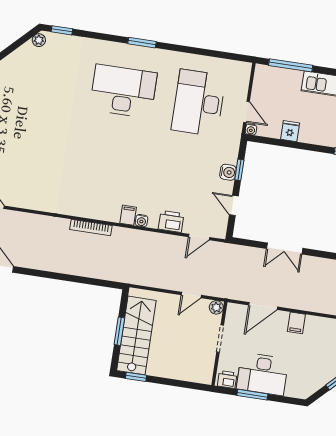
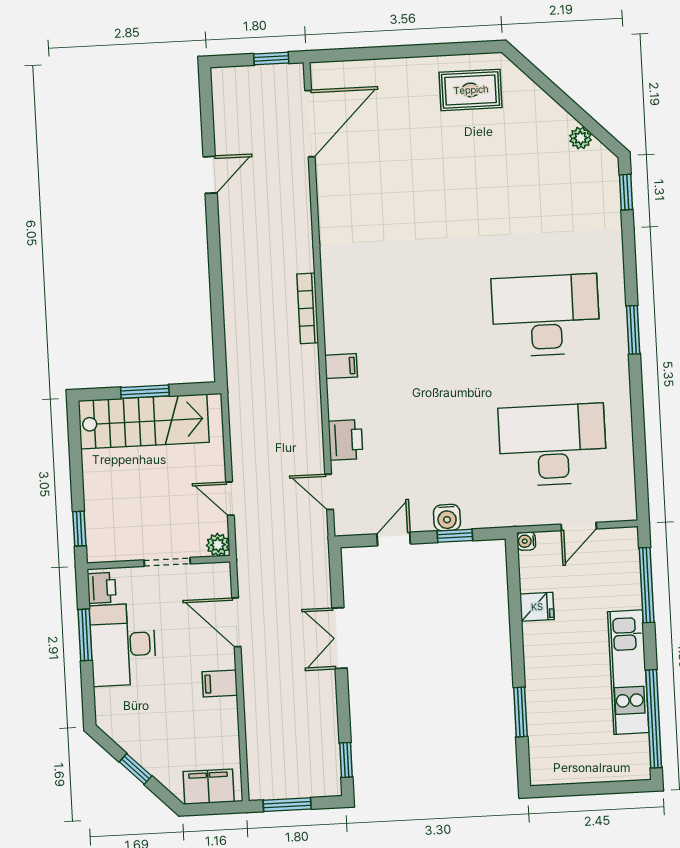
plant: (39, 40) -> (580, 138), moved
desk: (123, 91) -> (546, 315), turned -90
door: (247, 112) -> (579, 526), moved
water cooler: (142, 221) -> (337, 390), removed
window: (136, 377) -> (79, 529), moved

